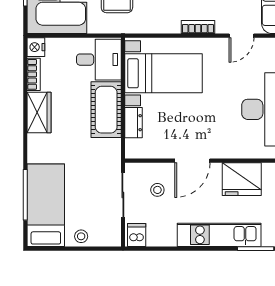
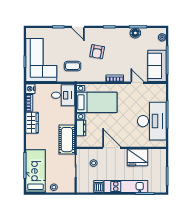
door: (242, 36) -> (137, 83), swing flipped
cot: (106, 110) -> (67, 140), moved
door: (192, 161) -> (112, 148), swing flipped
dishwasher: (137, 235) -> (98, 187), moved

